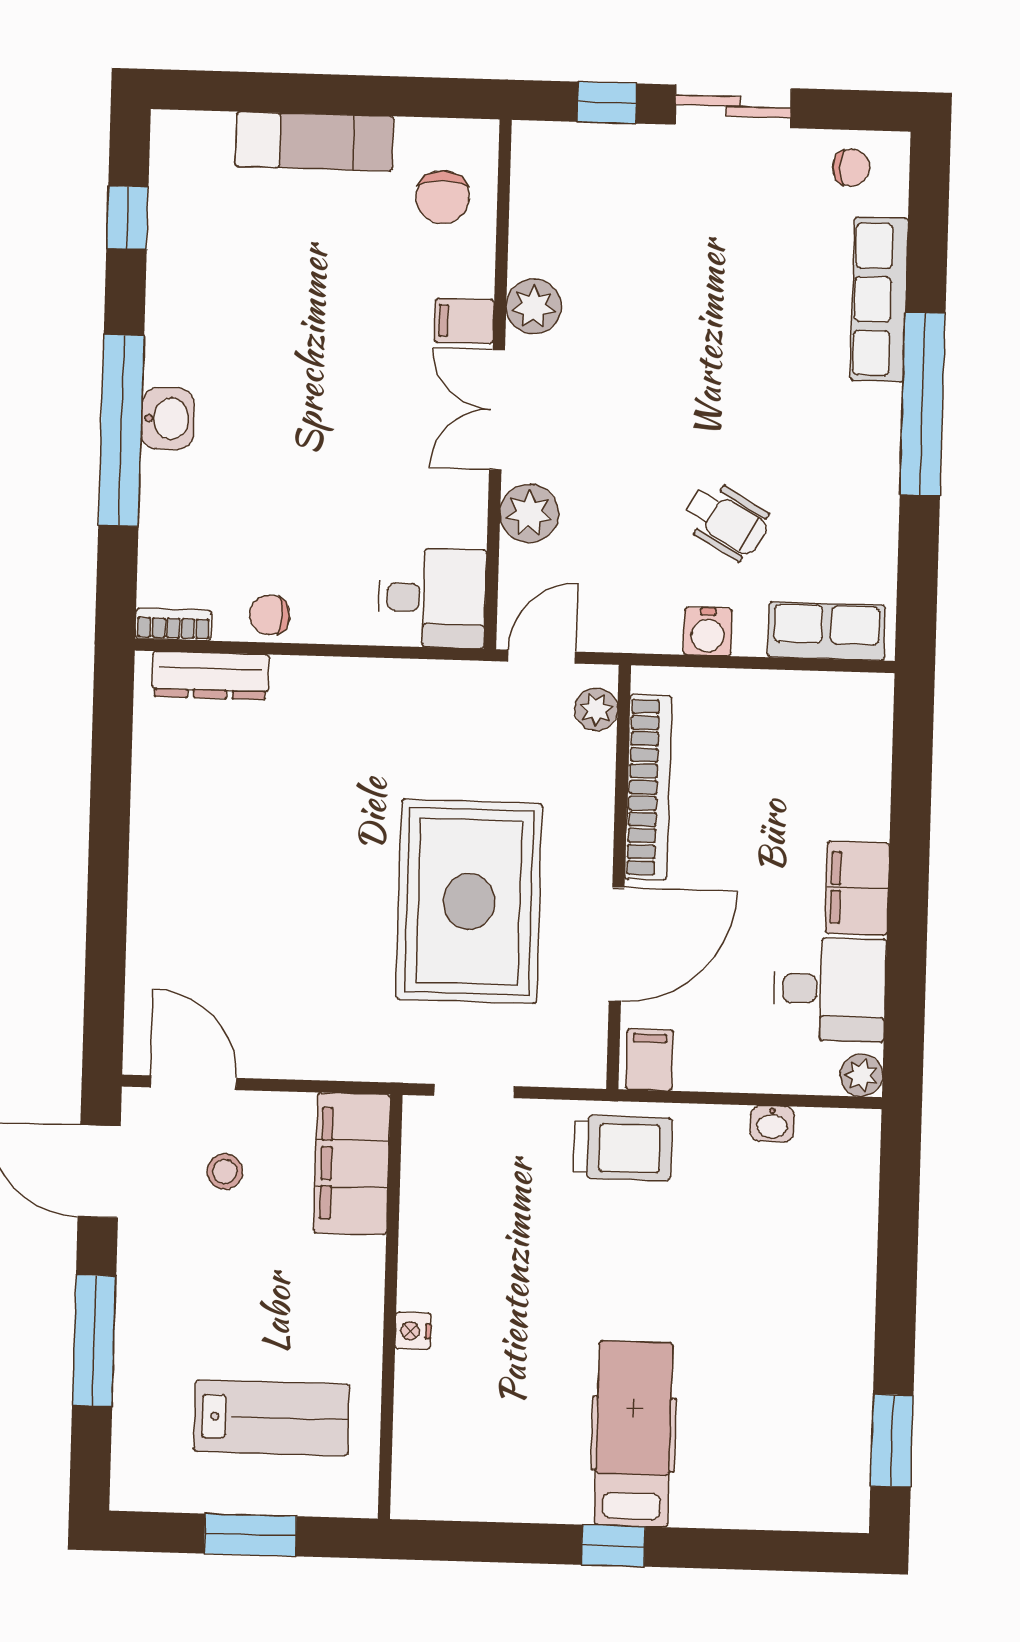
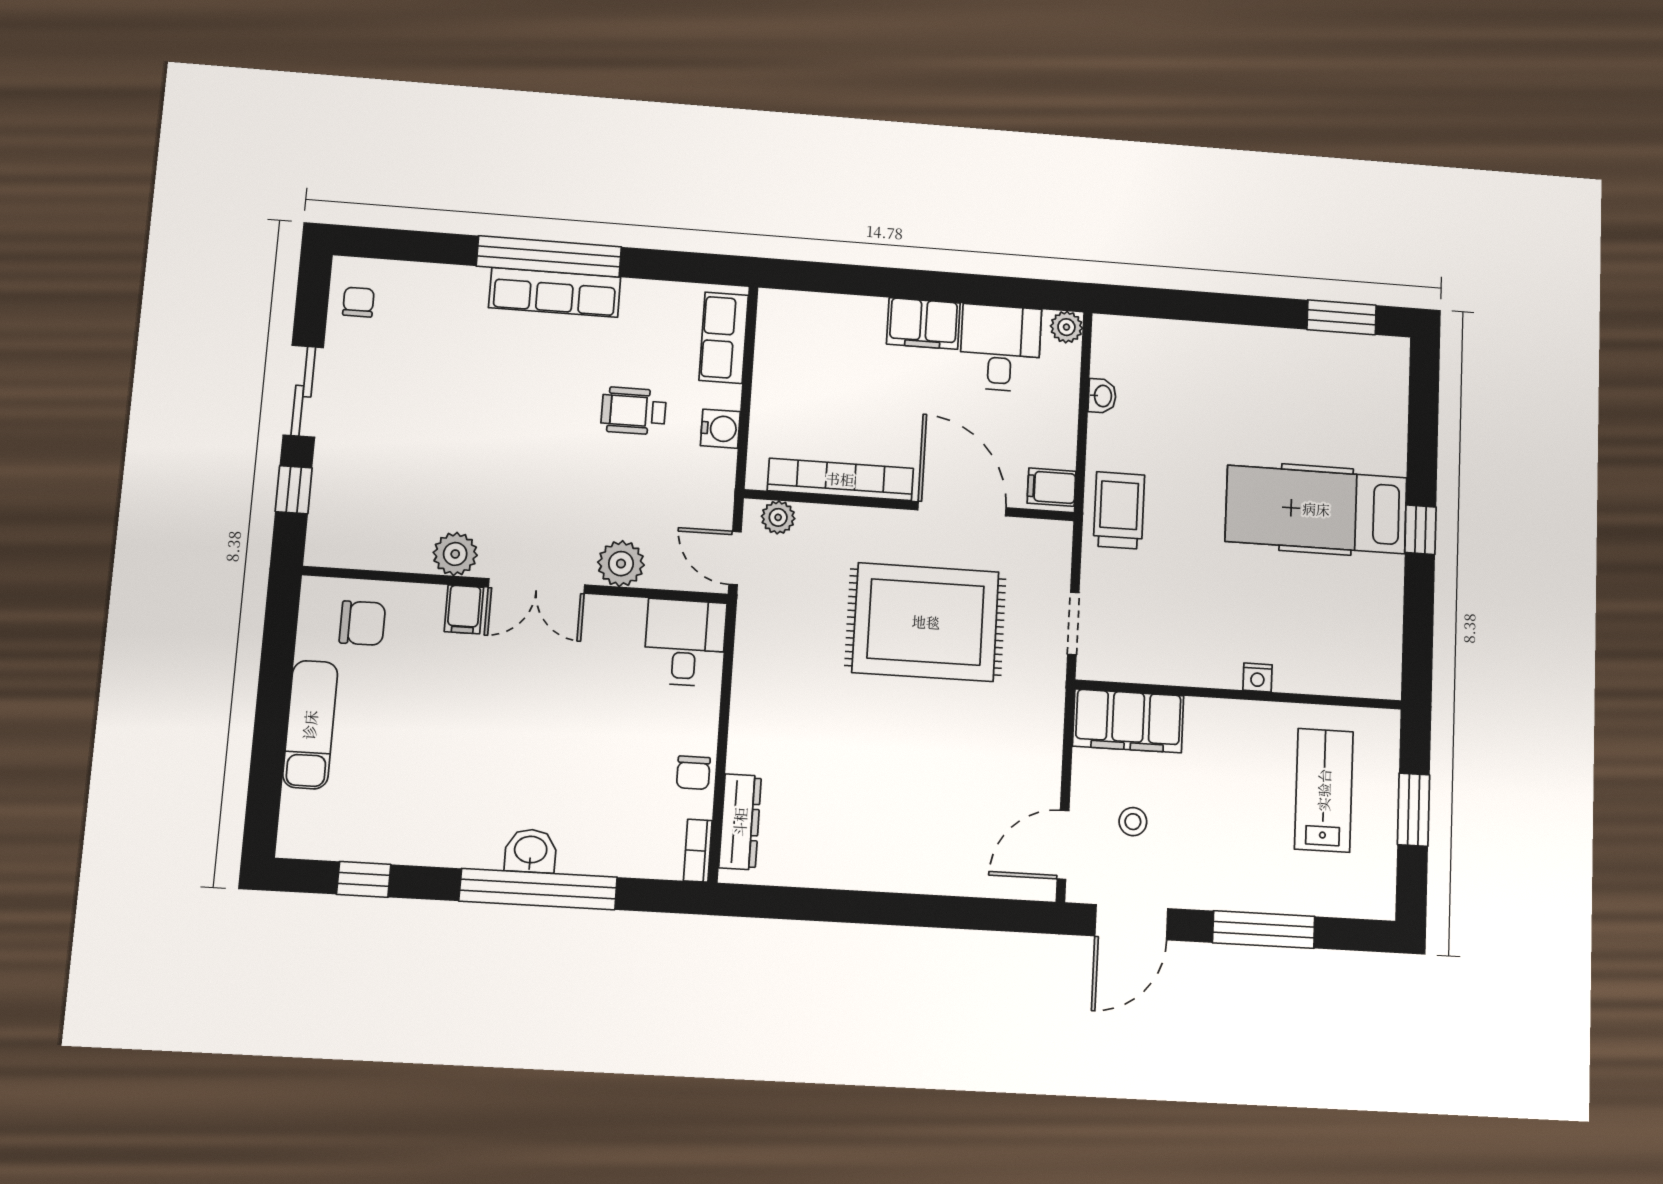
row of seats: (879, 299) -> (555, 292), moved
wheelchair: (726, 521) -> (633, 411), turned -120
hospital bed: (634, 1434) -> (1316, 509), width x1.37, depth x1.29

